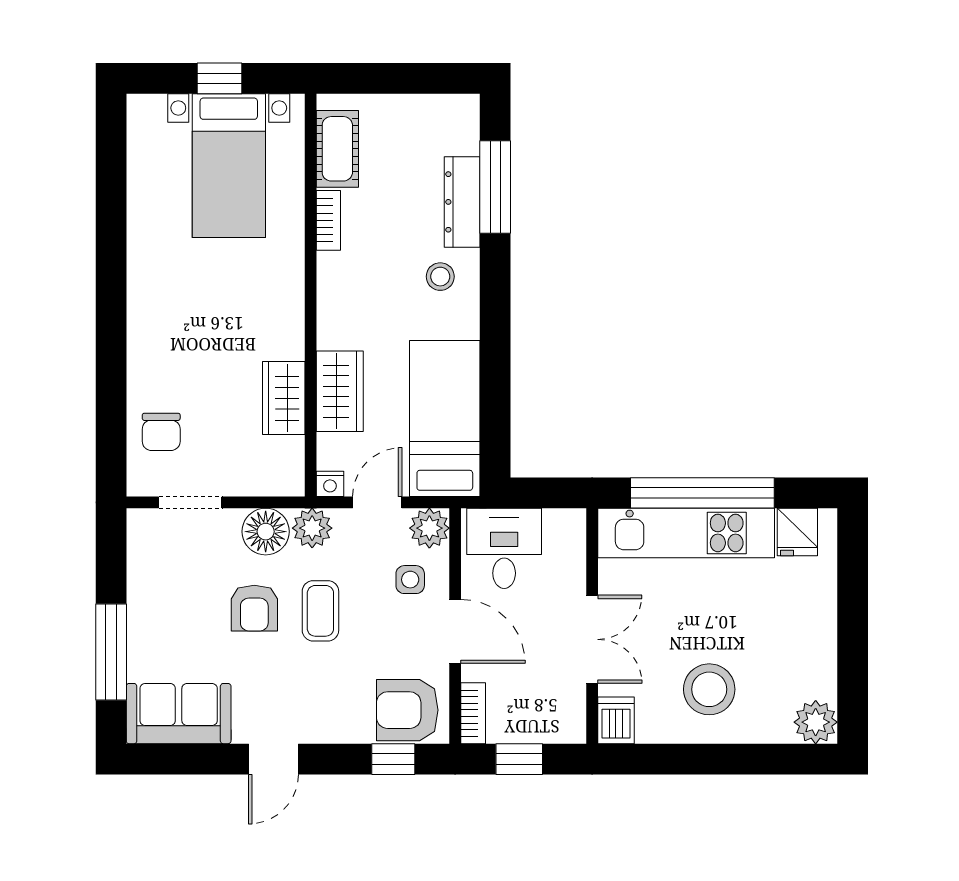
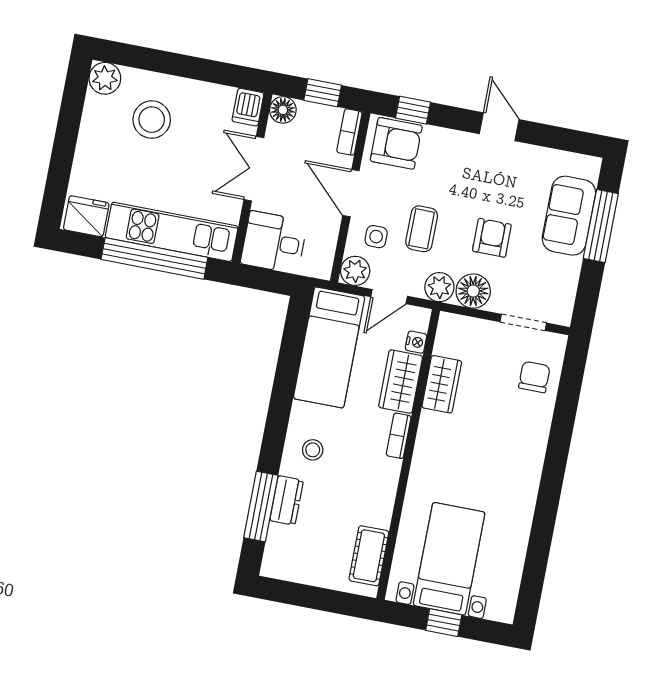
dresser: (462, 202) -> (287, 500), width x0.70
bookcase: (328, 220) -> (399, 436), moved
nightstand: (330, 484) -> (416, 342), moved, turned 90
fridge: (797, 532) -> (86, 216), width x1.38
desk: (504, 548) -> (274, 242), moved, turned 90
coffee table: (320, 611) -> (422, 229), moved
stool: (709, 689) -> (152, 120), moved
sofa: (179, 714) -> (569, 216), moved, turned 90
floor lamp: (568, 726) -> (283, 110), added
door: (273, 759) -> (499, 127), hinge flipped

